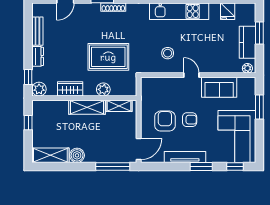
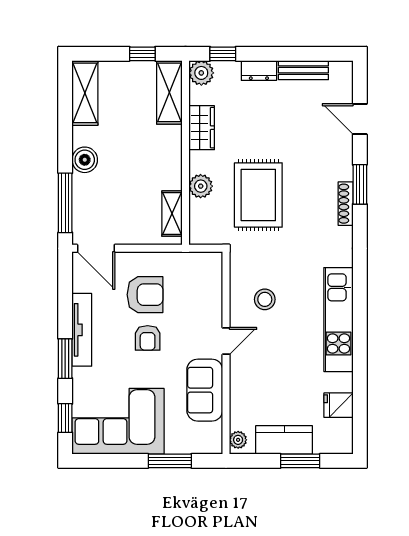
shelving: (87, 107) -> (169, 92), moved
boiler: (77, 155) -> (85, 160), moved

